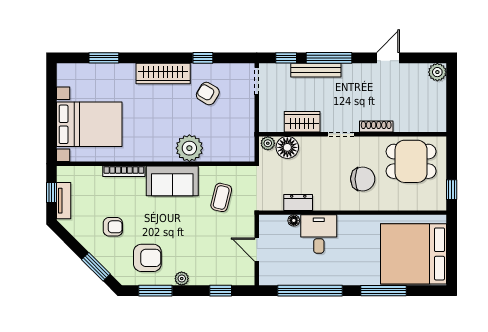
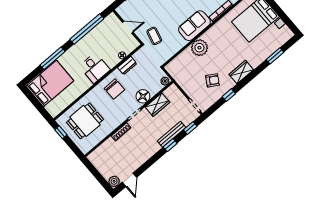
window: (329, 58) -> (170, 145), width x0.46
door: (388, 58) -> (129, 180), moved
wardrobe: (163, 73) -> (241, 72), width x0.67
floor lamp: (287, 147) -> (143, 96), moved
dining table: (411, 161) -> (85, 121), moved
chair: (363, 179) -> (114, 89), moved, turned -90
coffee table: (221, 197) -> (154, 36), moved
desk: (319, 234) -> (95, 68), moved
bed: (414, 254) -> (50, 84), width x0.73

